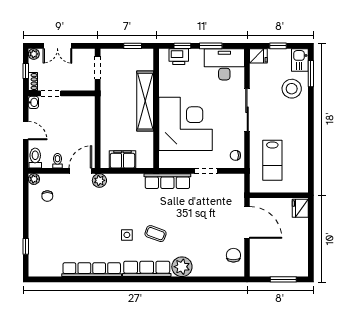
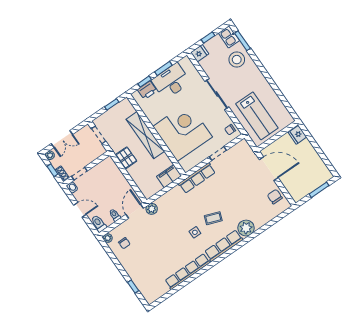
desk: (224, 64) -> (171, 81), moved
pallet: (110, 110) -> (126, 158), added
filing cabinet: (122, 159) -> (169, 176), moved
lab bench: (272, 160) -> (257, 116), width x1.36, depth x1.39

